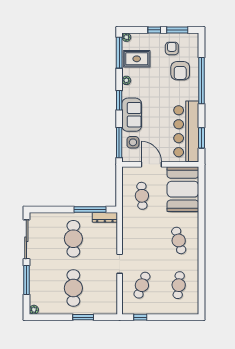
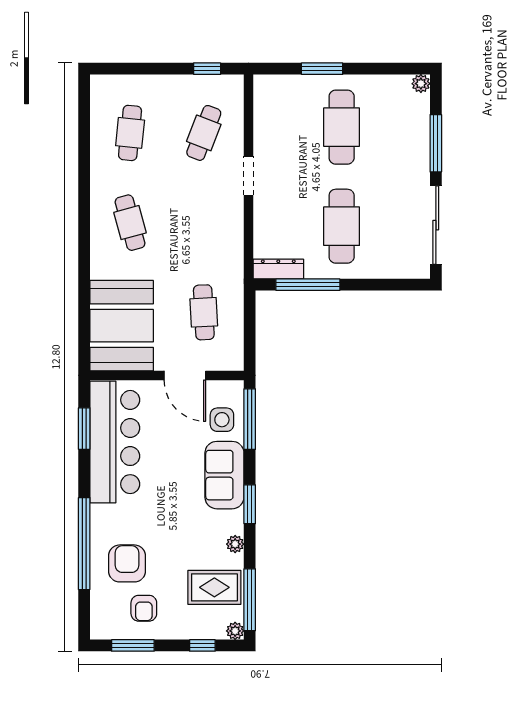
window: (154, 30) -> (202, 645), moved

